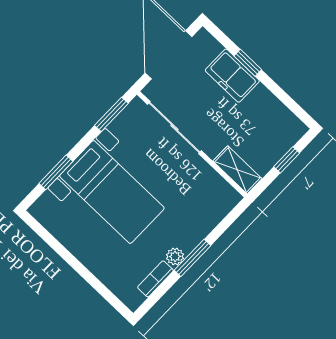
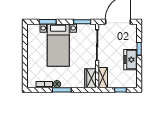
freezer: (232, 76) -> (131, 60), moved
wardrobe: (219, 191) -> (90, 78), added

